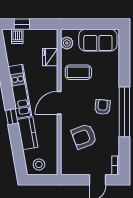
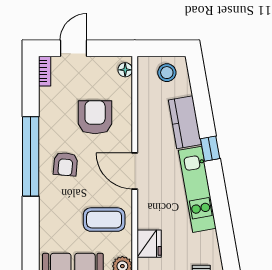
door: (59, 103) -> (135, 171), swing flipped
armchair: (84, 136) -> (95, 117), turned -69
floor lamp: (65, 166) -> (125, 70), added

